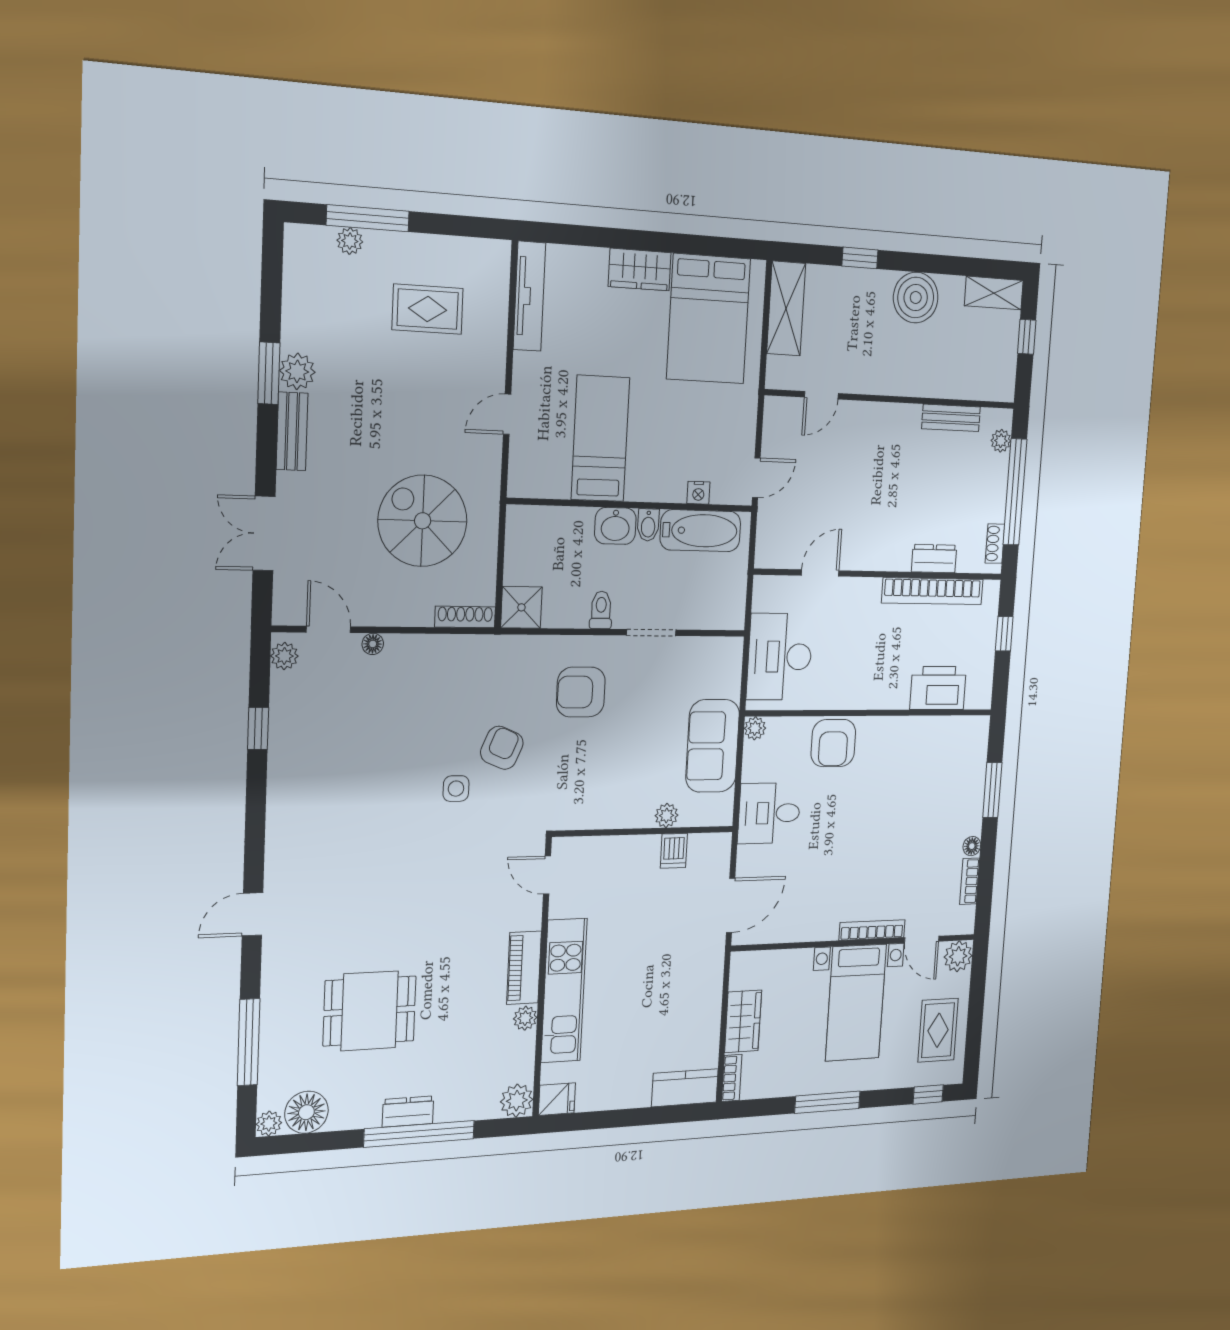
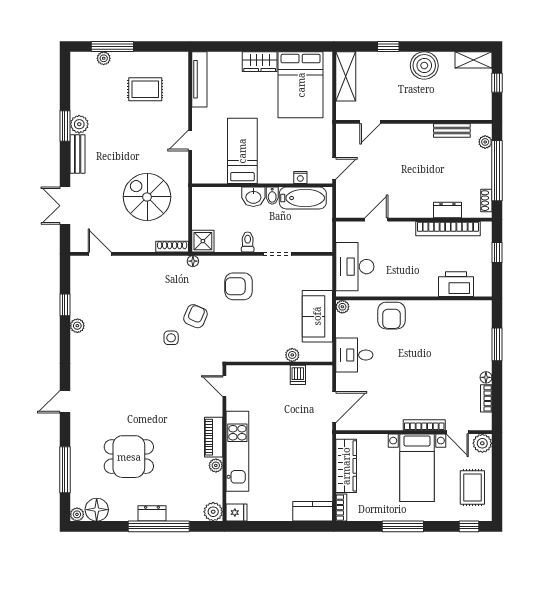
floor lamp: (373, 644) -> (193, 261), moved
plant: (284, 656) -> (77, 326), moved
wardrobe: (743, 1021) -> (346, 466), width x1.50

